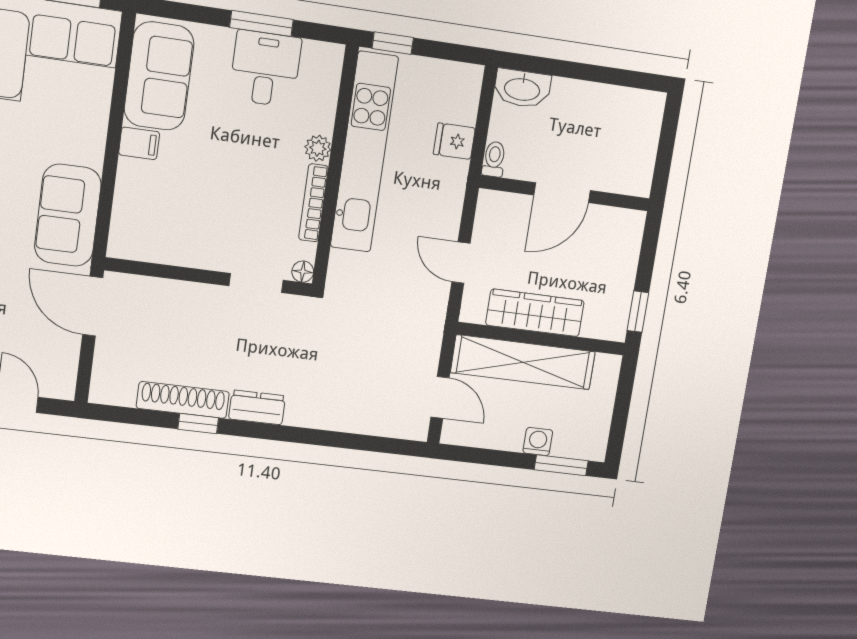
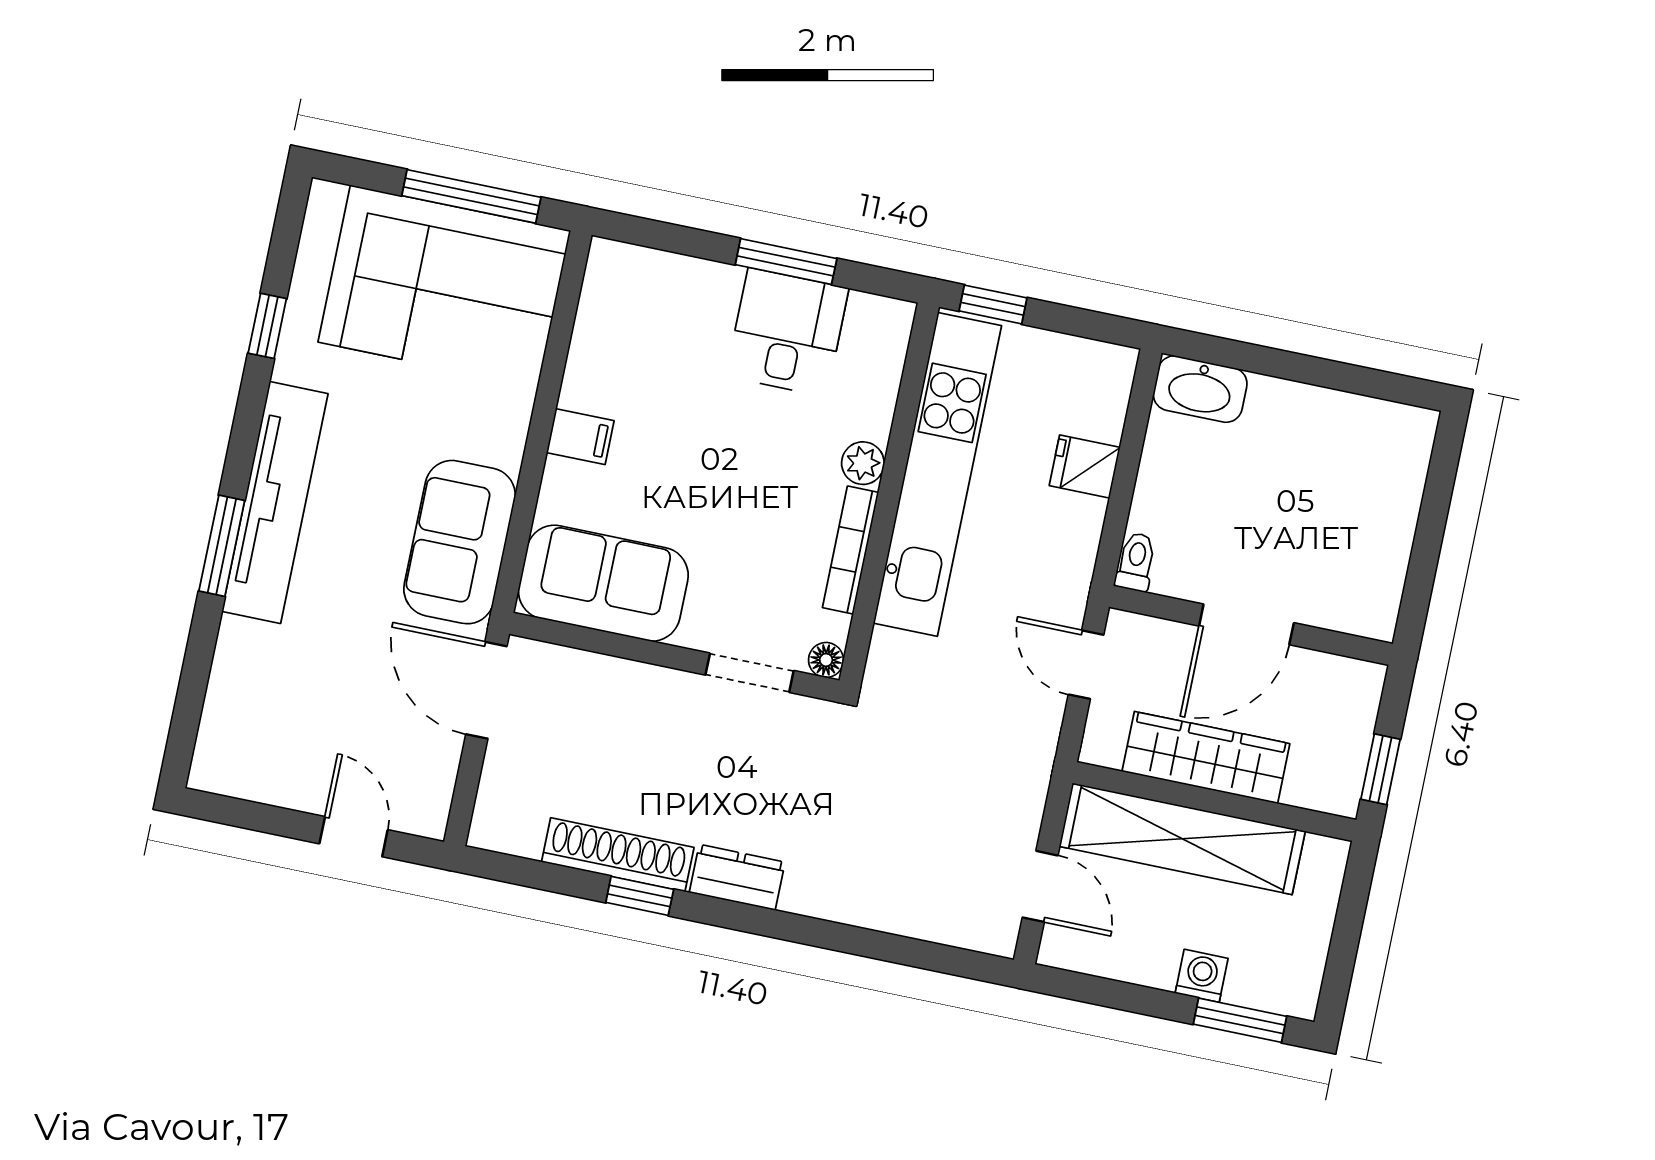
sofa: (159, 76) -> (603, 583), moved, turned -90
toilet: (494, 159) -> (1136, 562), moved
door: (562, 193) -> (1246, 624), moved
wall: (565, 193) -> (1251, 625), moved

